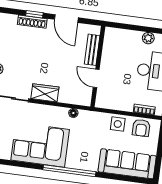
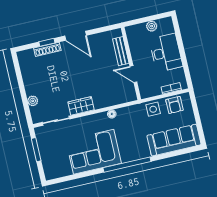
bench: (92, 50) -> (121, 51), moved
wall: (98, 67) -> (131, 63), moved
door: (96, 78) -> (133, 74), moved

